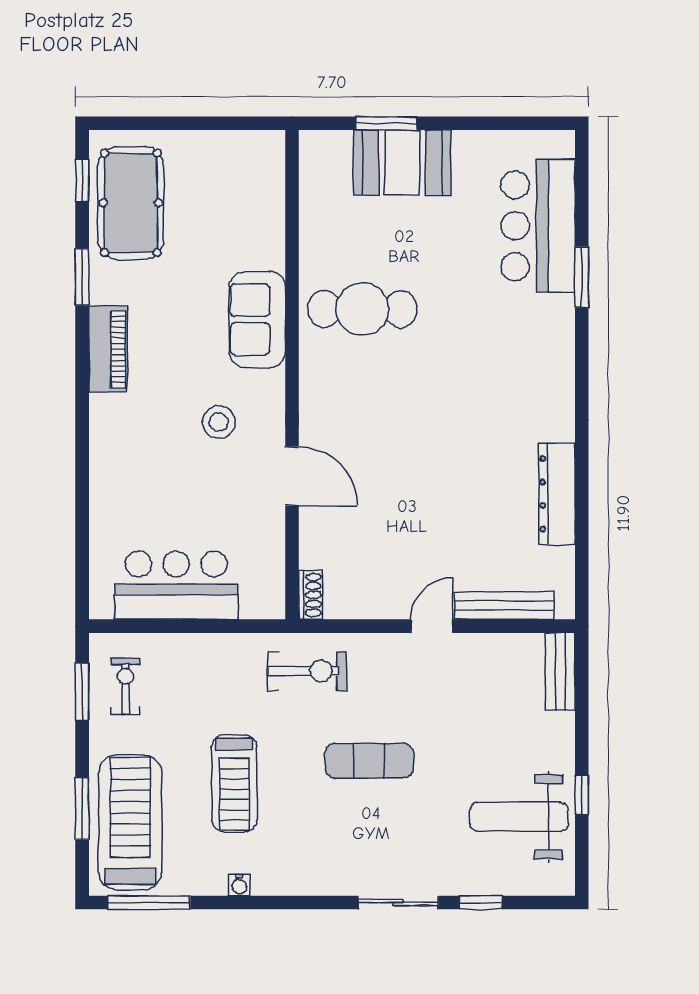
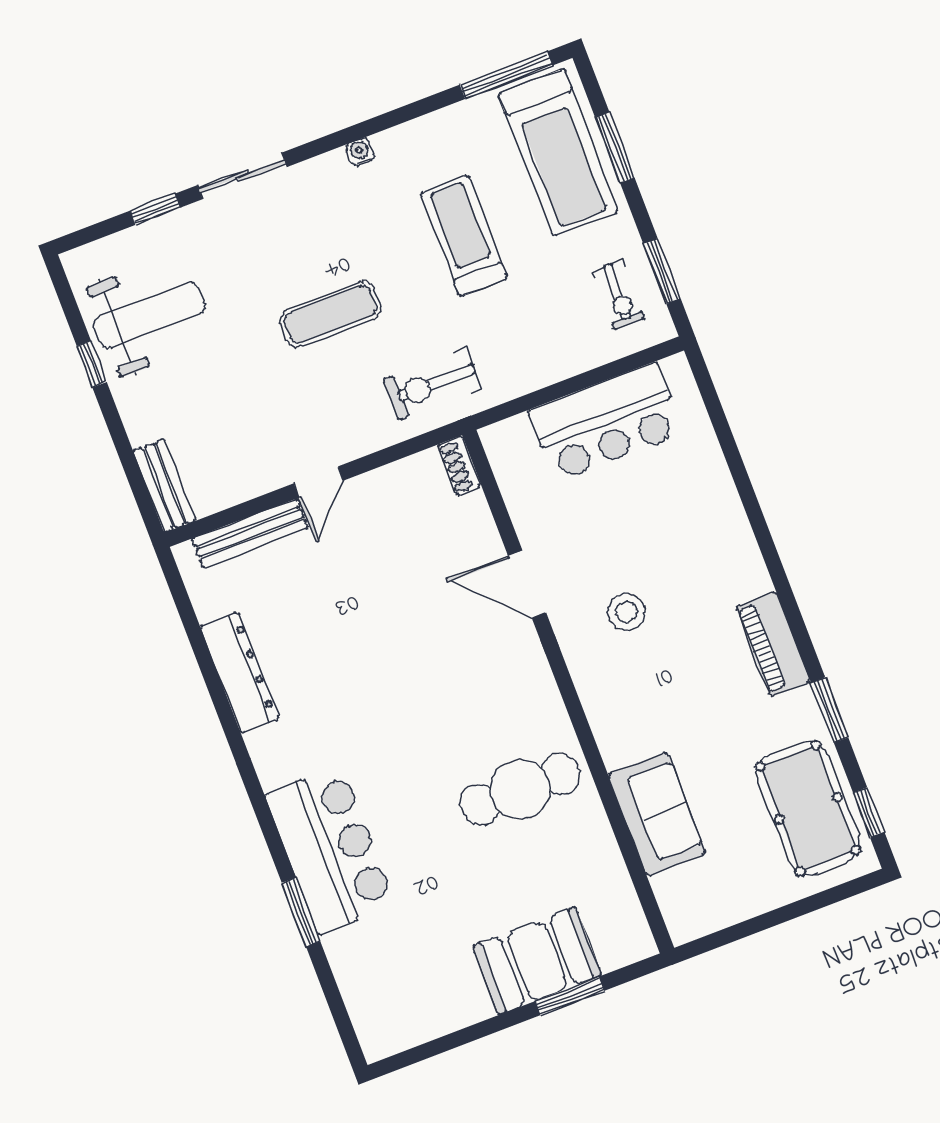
bar counter: (538, 226) -> (330, 850), moved
sofa: (257, 319) -> (657, 814), moved
water cooler: (239, 885) -> (360, 152), moved

